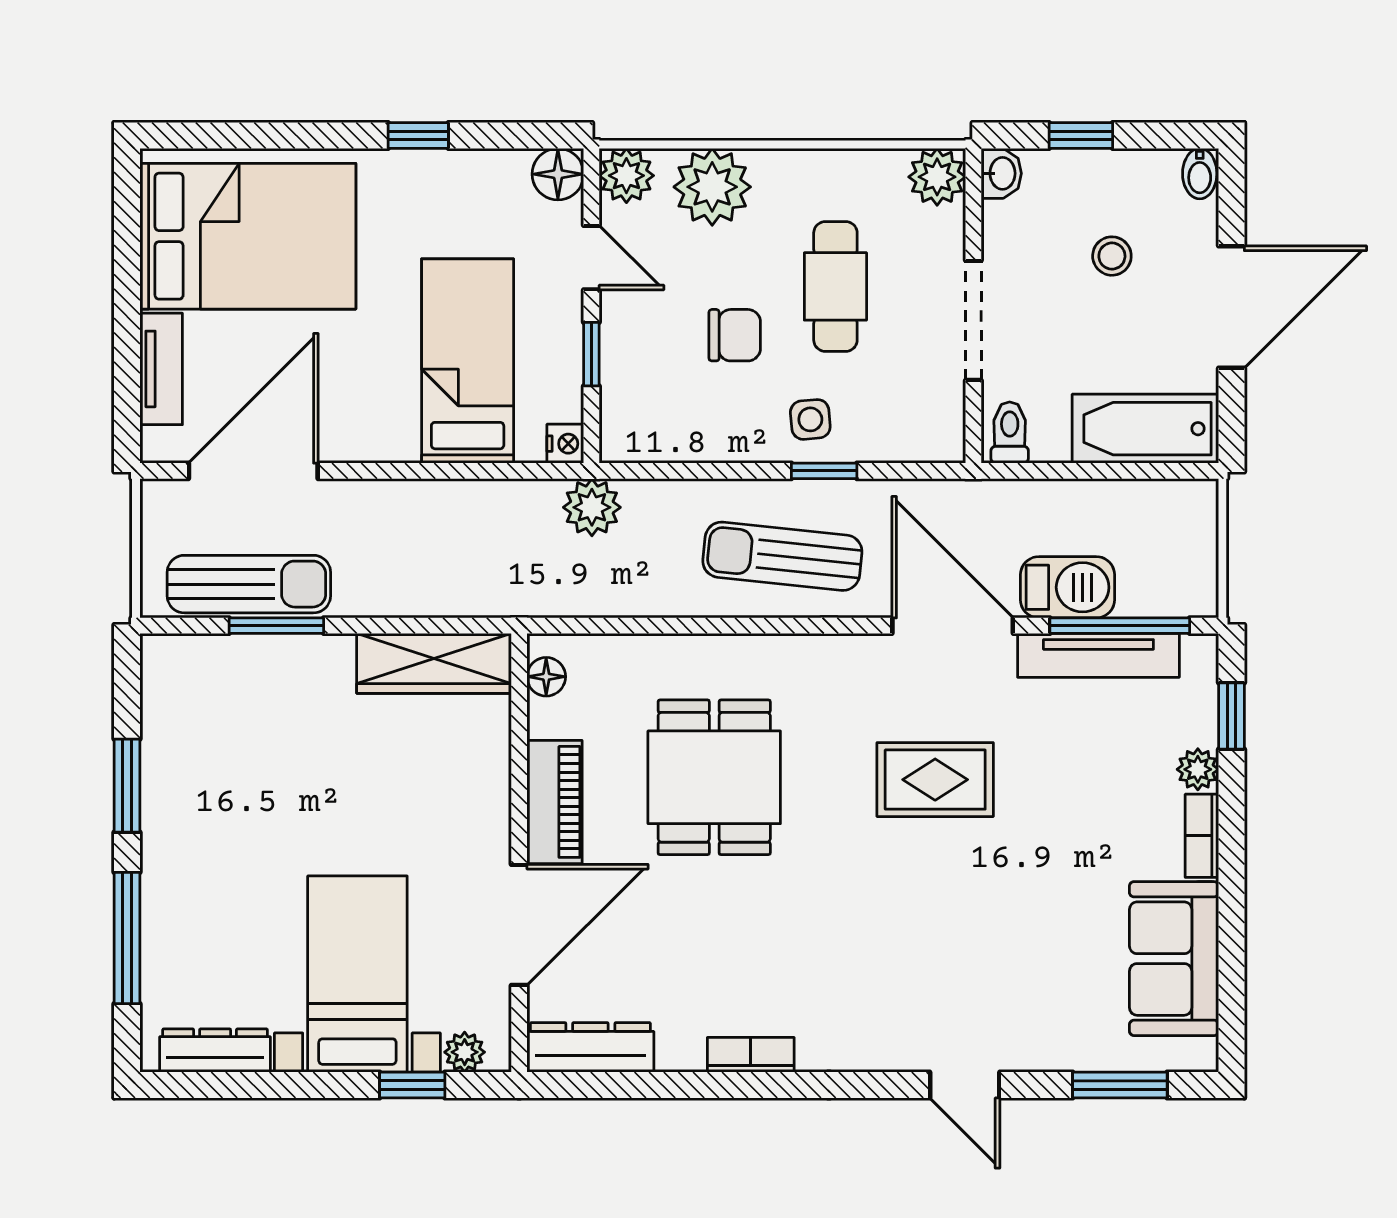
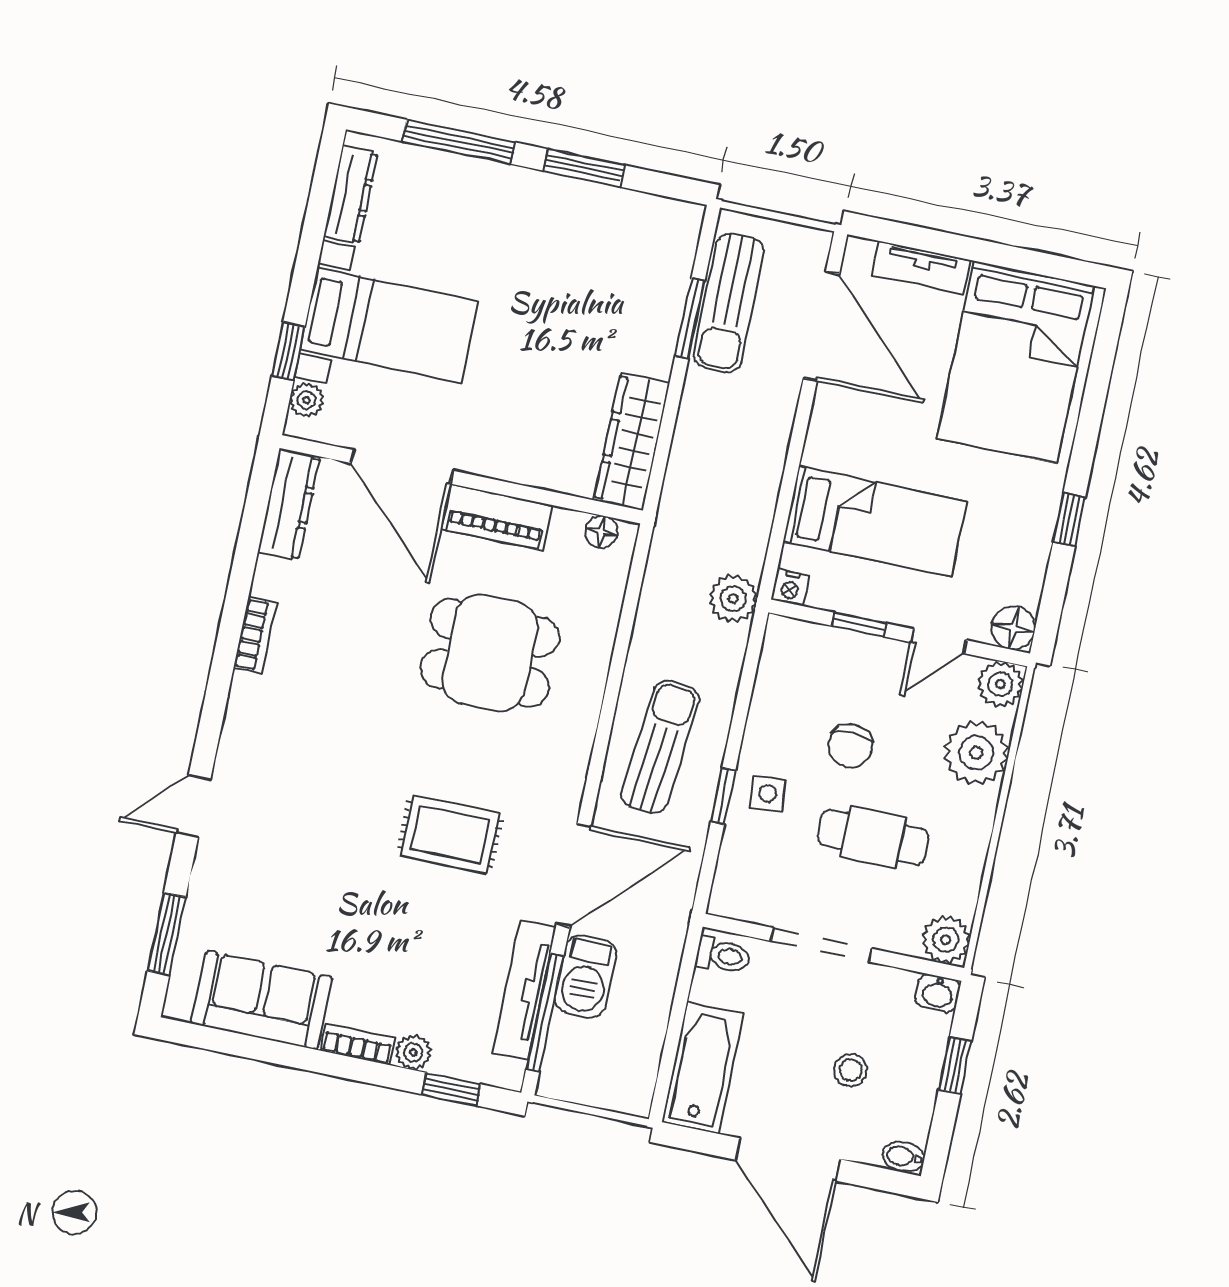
rug: (935, 780) -> (450, 834), turned 90

